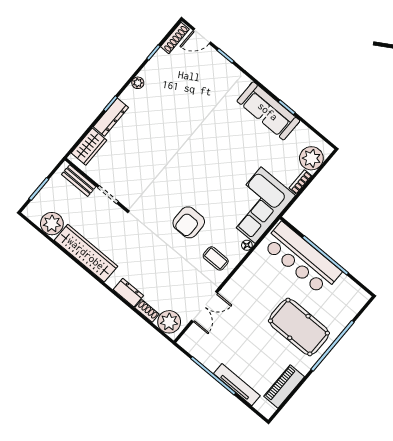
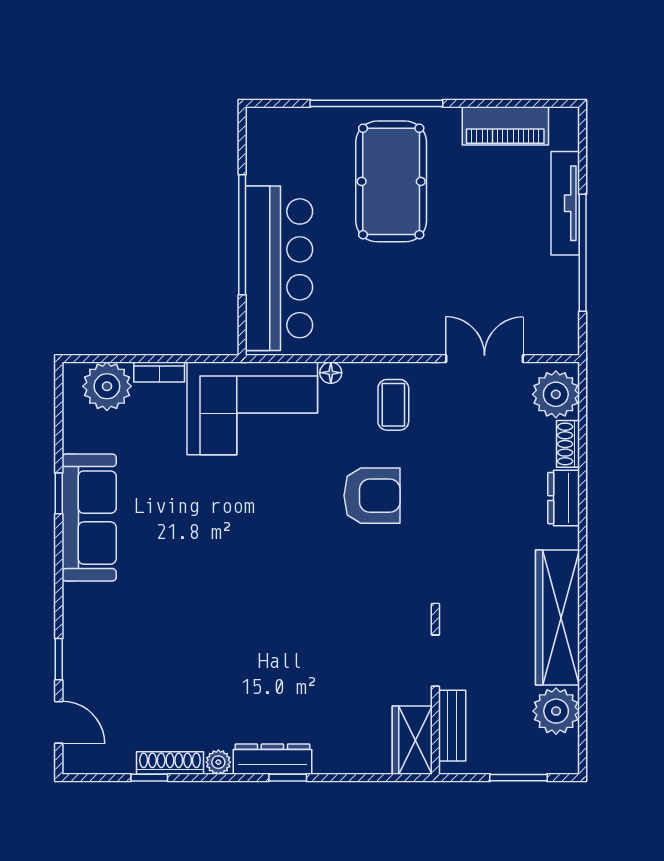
shoe rack: (175, 38) -> (170, 763), moved
dresser: (111, 117) -> (272, 759), moved
wardrobe: (89, 147) -> (412, 740), moved, turned -90

